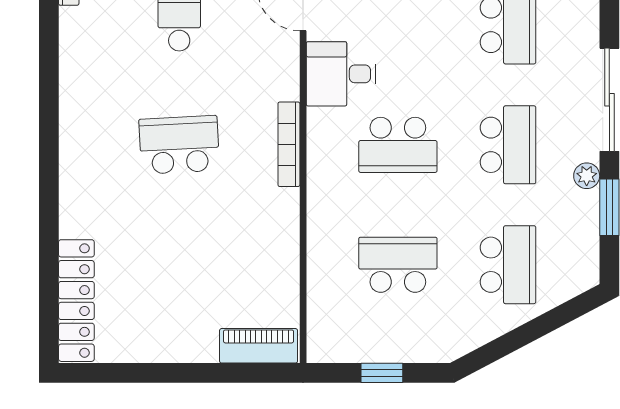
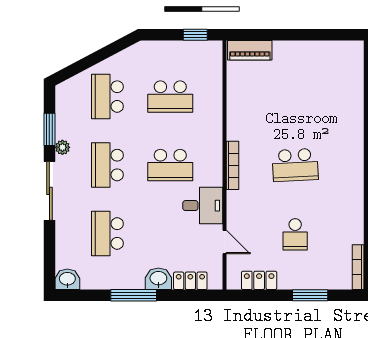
school desk: (398, 145) -> (170, 165), turned 180
locker: (76, 301) -> (354, 76), removed
window: (382, 373) -> (195, 35), moved

